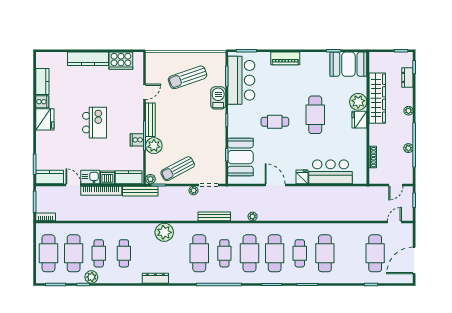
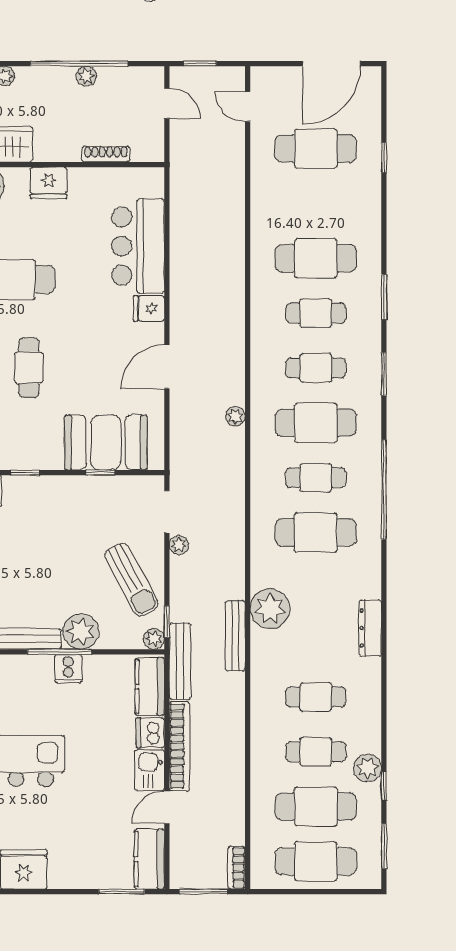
fridge: (359, 120) -> (49, 183), moved
bench: (214, 216) -> (235, 636), moved
cafe table: (275, 253) -> (316, 368), width x0.73, depth x0.74
door: (414, 260) -> (331, 64), hinge flipped

